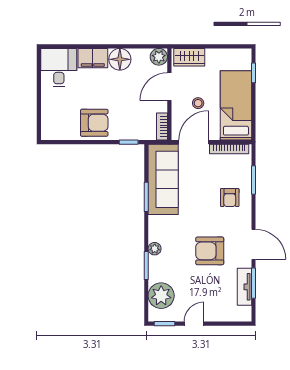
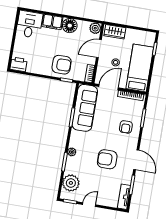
armchair: (94, 123) -> (62, 65), moved
printer: (53, 130) -> (19, 64), added
tv unit: (244, 287) -> (124, 197), moved

